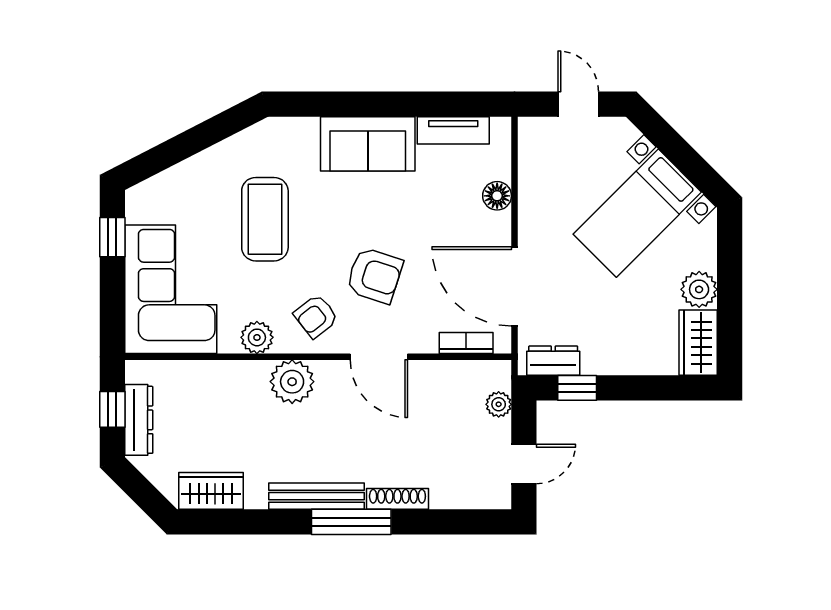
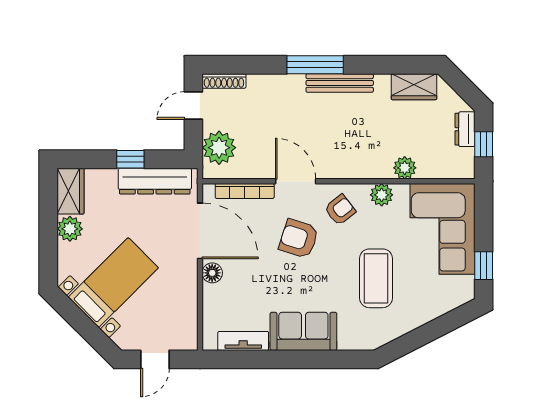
door: (578, 104) -> (155, 359), hinge flipped
floor lamp: (497, 196) -> (212, 273), moved
bookcase: (466, 343) -> (245, 191), width x1.56
dresser: (553, 361) -> (155, 181), width x1.96, depth x1.24
plant: (292, 382) -> (405, 168), moved, width x0.73, depth x0.73
window: (577, 388) -> (130, 159), moved
plant: (499, 404) -> (219, 148), width x1.88, depth x1.88
dresser: (139, 420) -> (465, 129), width x0.70
shoe rack: (397, 499) -> (224, 81), moved

